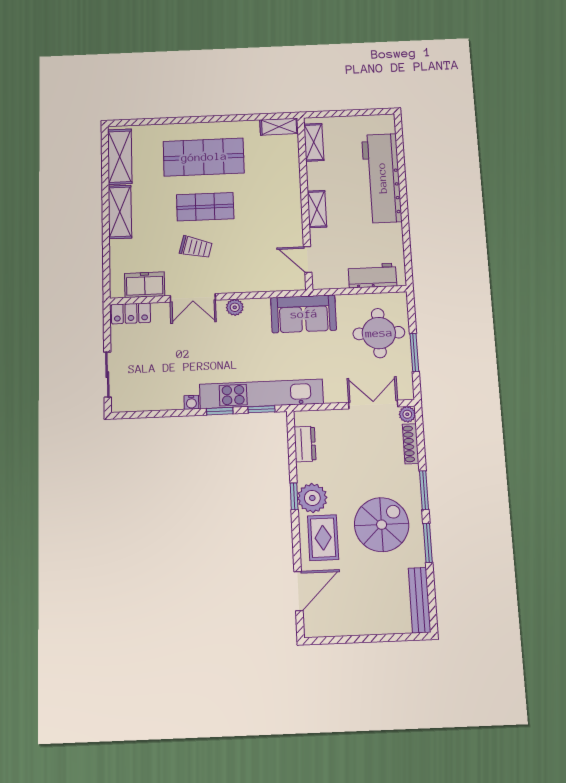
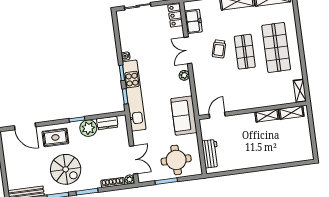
workbench: (382, 178) -> (272, 155), removed
shelving: (317, 209) -> (267, 116), moved
plant: (312, 498) -> (88, 128), moved

